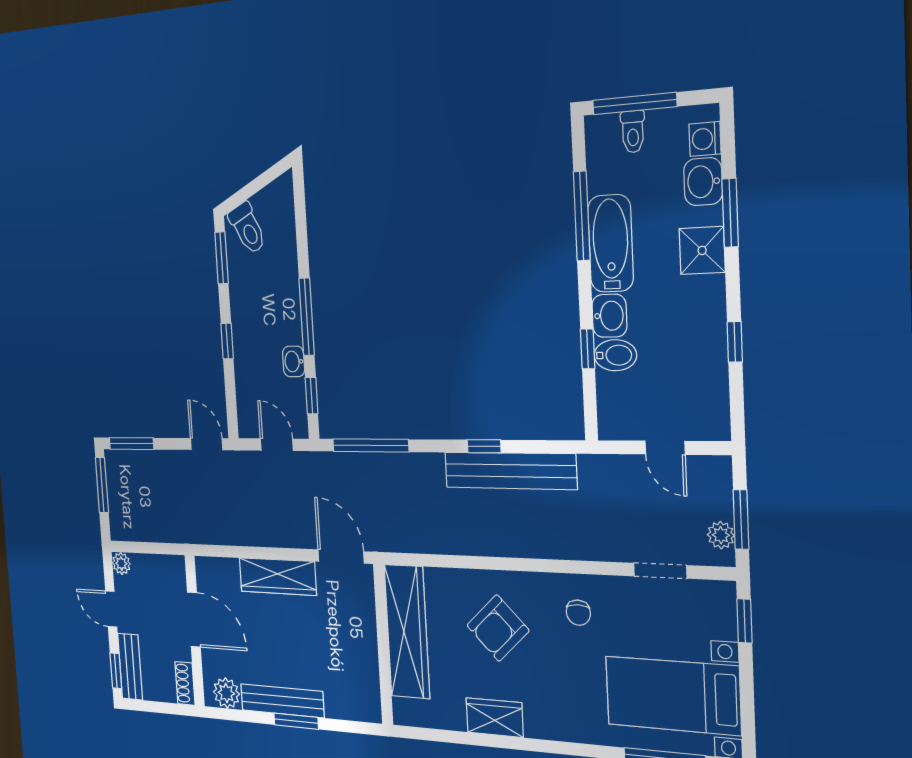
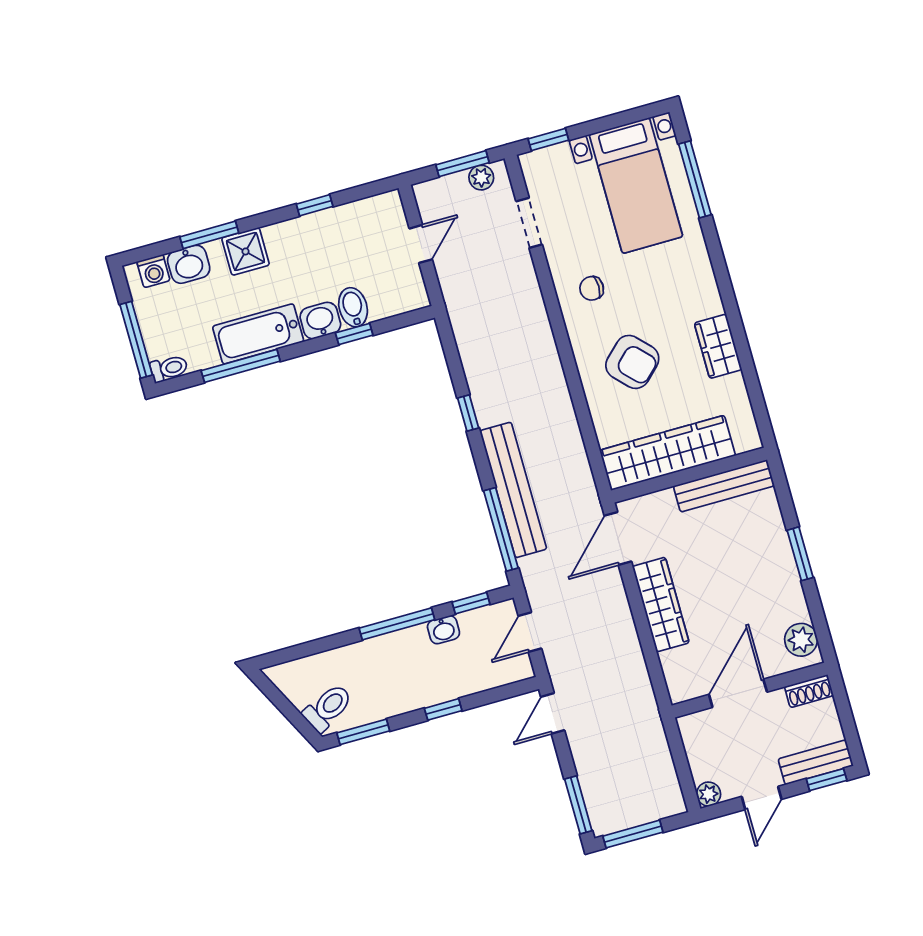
toilet: (633, 132) -> (169, 368), moved
bench: (510, 471) -> (513, 490), moved
chair: (578, 613) -> (592, 288), turned 180
bench: (282, 701) -> (724, 486), moved, turned 90

